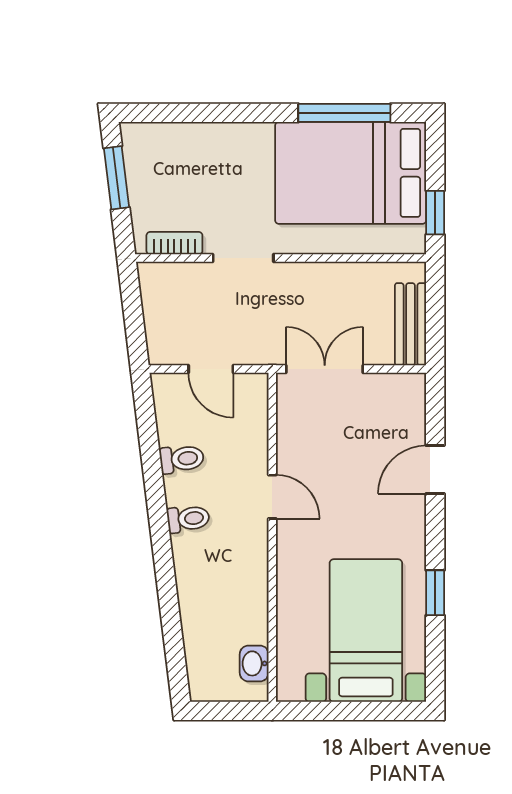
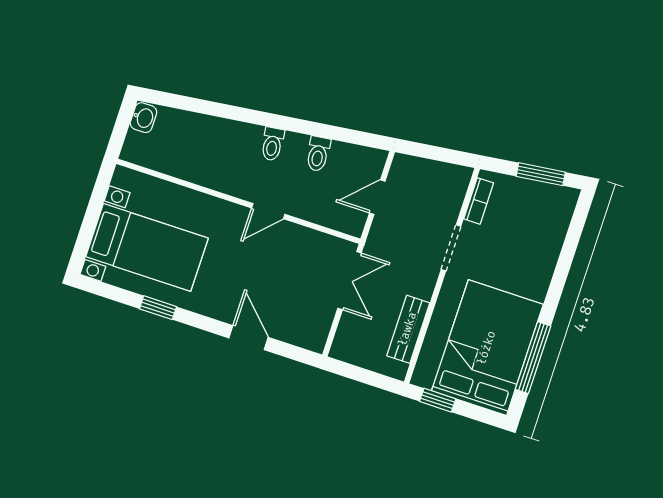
bench: (410, 324) -> (408, 329), moved, turned 90
washbasin: (254, 663) -> (143, 118), moved, turned 90

